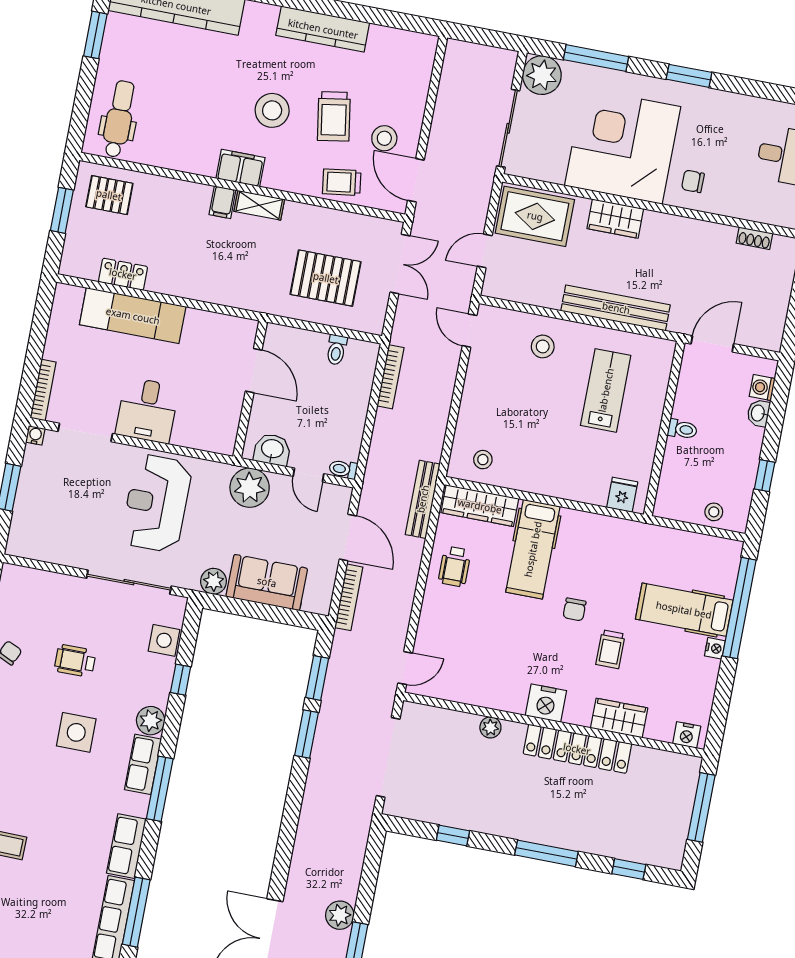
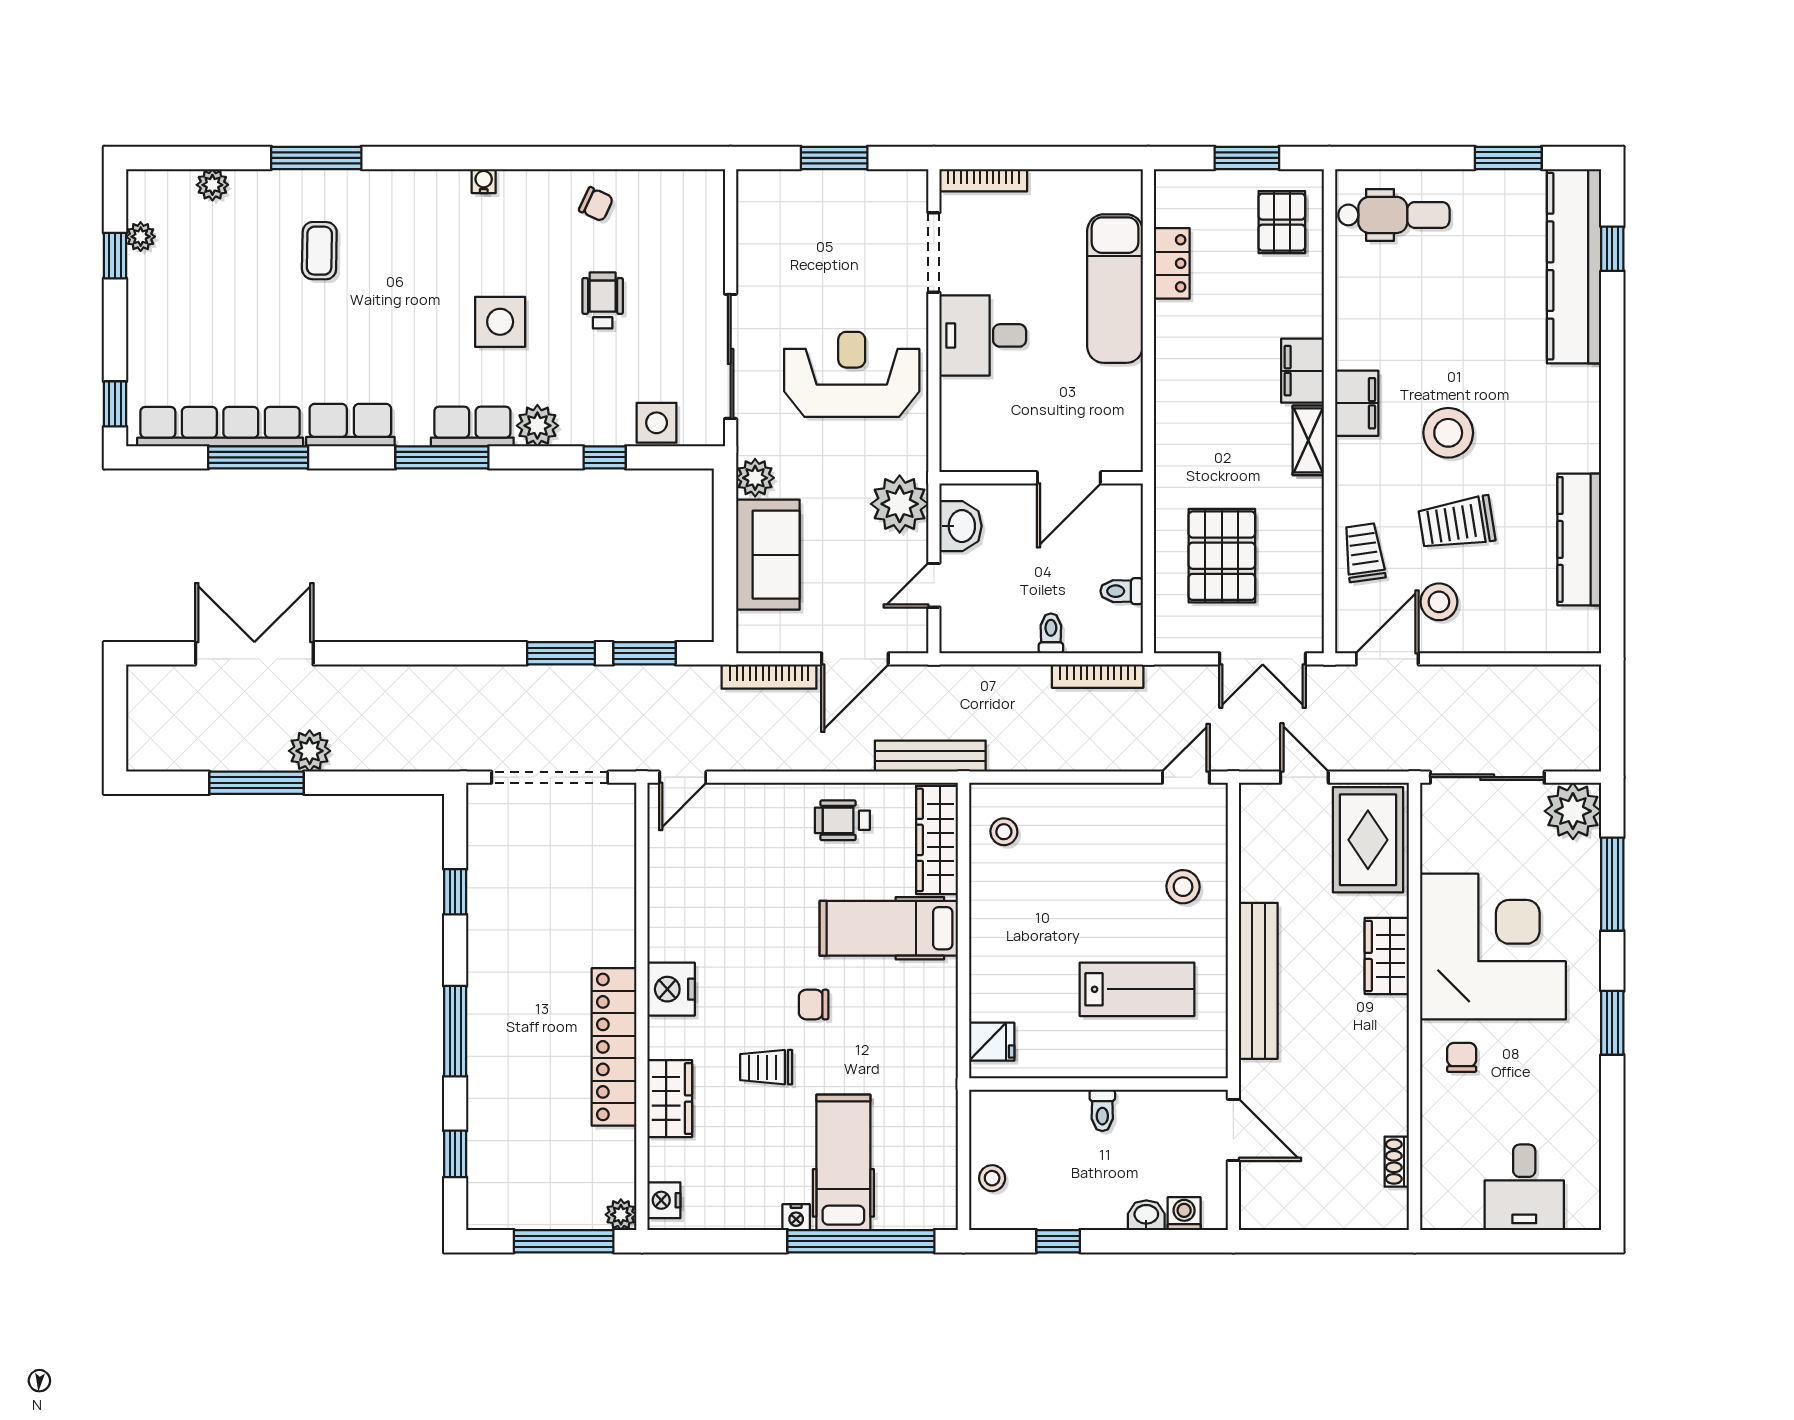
kitchen counter: (323, 29) -> (1579, 539), moved
filing cabinet: (222, 202) -> (1303, 371), width x2.00
water cooler: (35, 435) -> (916, 181), removed
toilet: (343, 469) -> (1051, 633), moved
door: (405, 668) -> (683, 777), hinge flipped
plant: (490, 727) -> (621, 1215), moved

